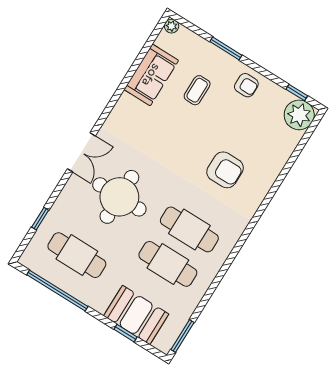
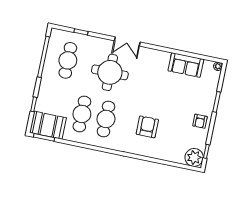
coffee table: (197, 90) -> (187, 94), removed
armchair: (225, 170) -> (147, 127), turned 180
booth: (136, 315) -> (48, 125), moved, turned 90

